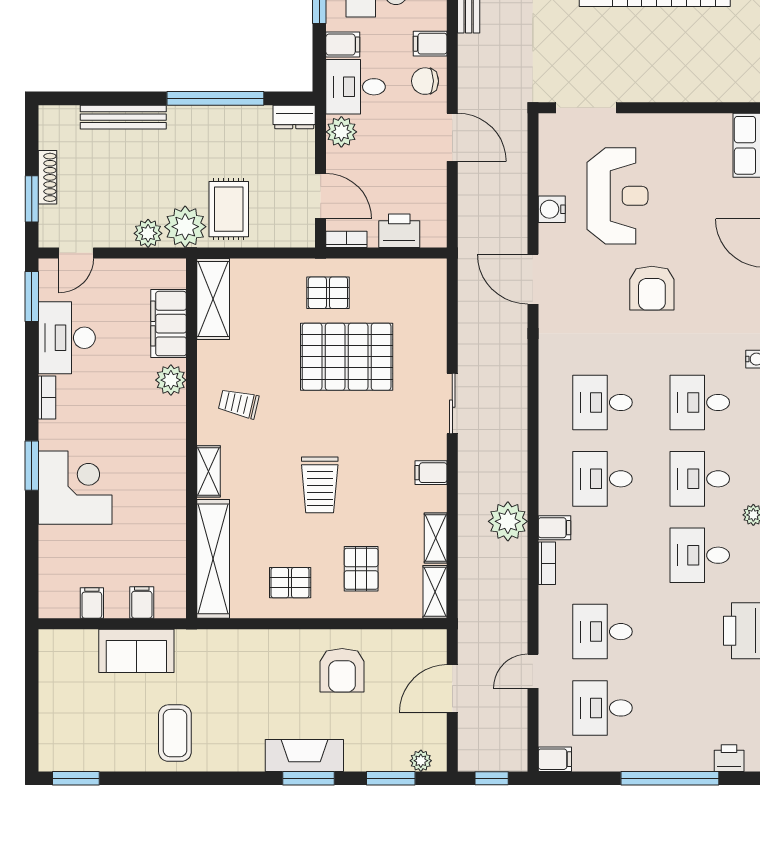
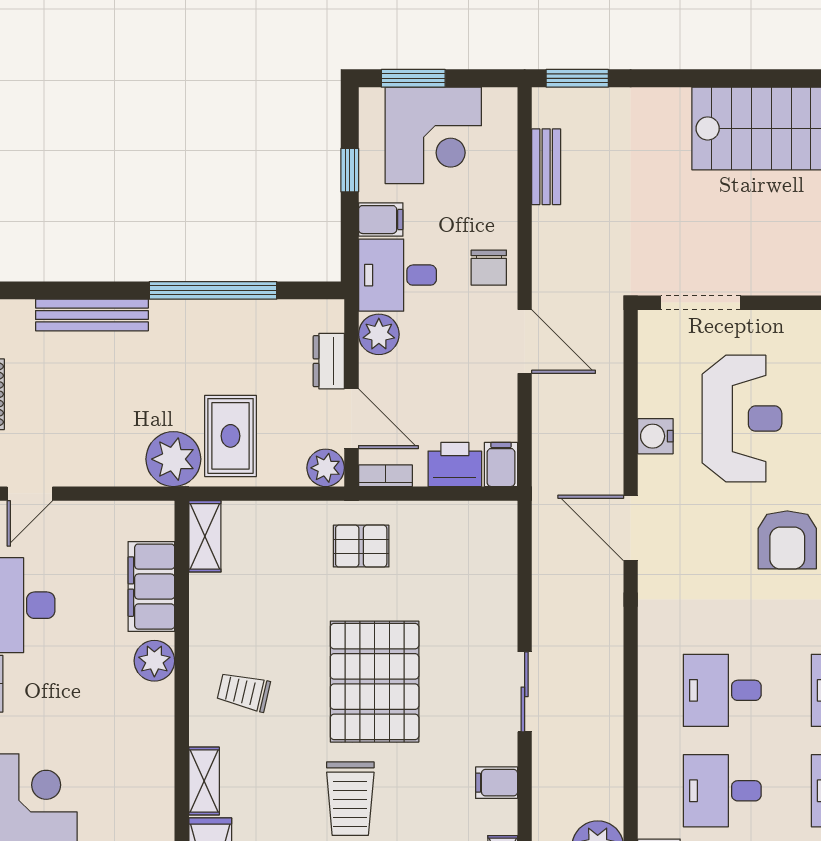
filing cabinet: (430, 44) -> (501, 464), moved, turned 90
chair: (425, 81) -> (489, 268), turned -90
dresser: (294, 117) -> (329, 361), moved, turned 90
plant: (148, 233) -> (326, 468), moved
shelving: (213, 299) -> (205, 536), width x0.67, depth x0.75
pallet: (347, 357) -> (375, 682), moved, turned 90

